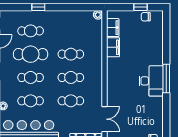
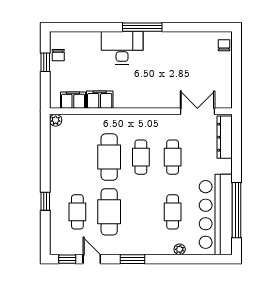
cafe table: (71, 54) -> (109, 157), width x1.37, depth x1.35
cafe table: (31, 77) -> (141, 212), removed
desk: (151, 81) -> (122, 48), moved

